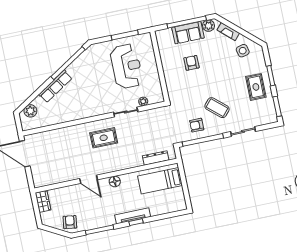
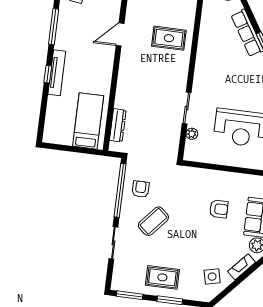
rug: (104, 138) -> (169, 38), moved, turned 90
floor lamp: (115, 182) -> (106, 65), removed

